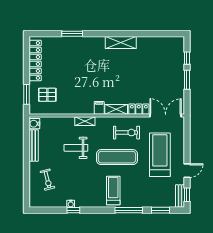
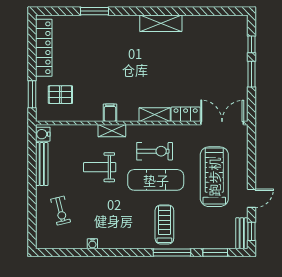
filing cabinet: (99, 108) -> (110, 113), moved
exercise bike: (126, 133) -> (155, 151), moved
treadmill: (113, 190) -> (164, 224), moved
window: (73, 210) -> (96, 252), removed

